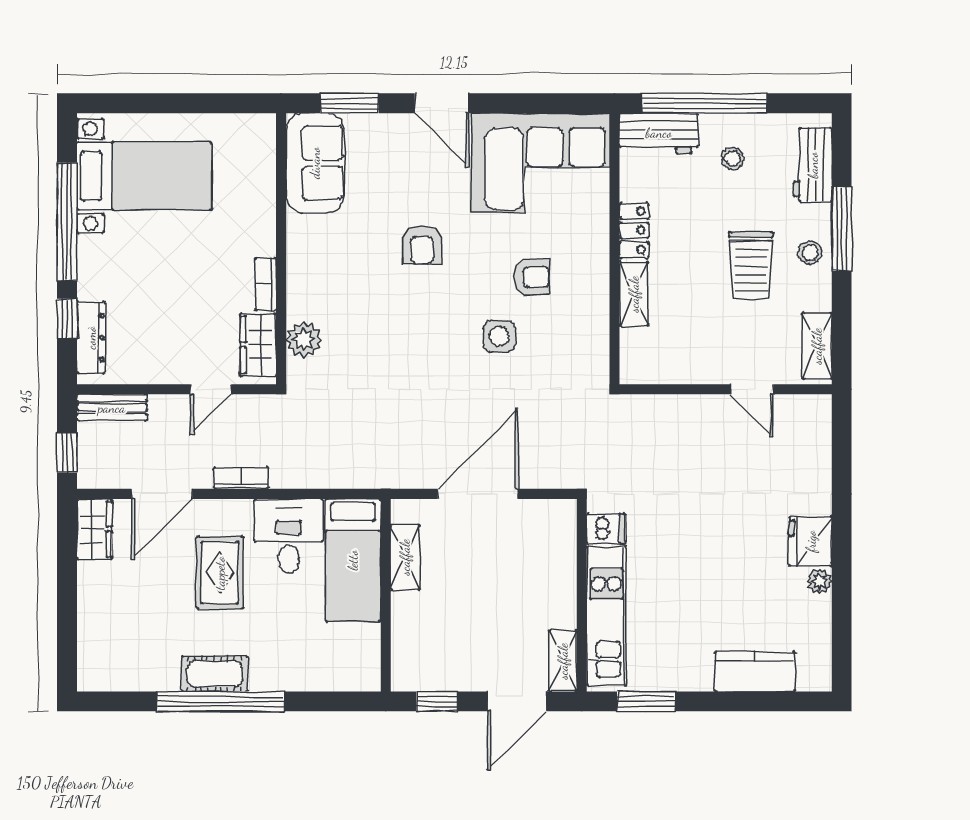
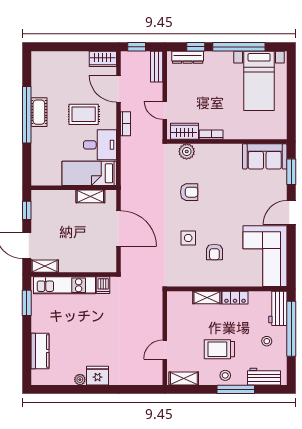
armchair: (422, 245) -> (189, 192), moved, turned 180

